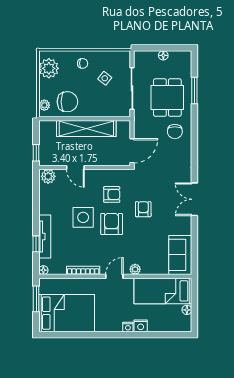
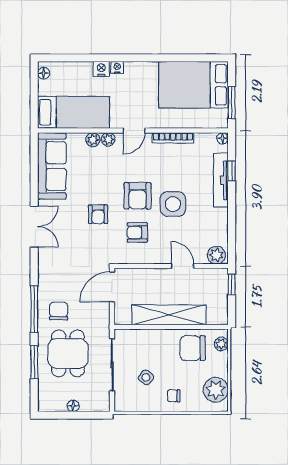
window: (194, 133) -> (34, 309), added
sofa: (180, 255) -> (52, 166), width x1.36
plant: (147, 269) -> (93, 140), added
floor lamp: (187, 310) -> (44, 73), moved

